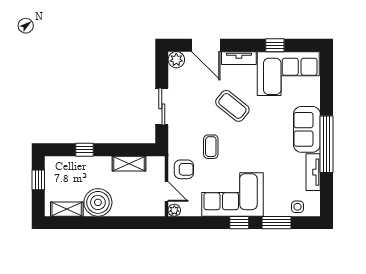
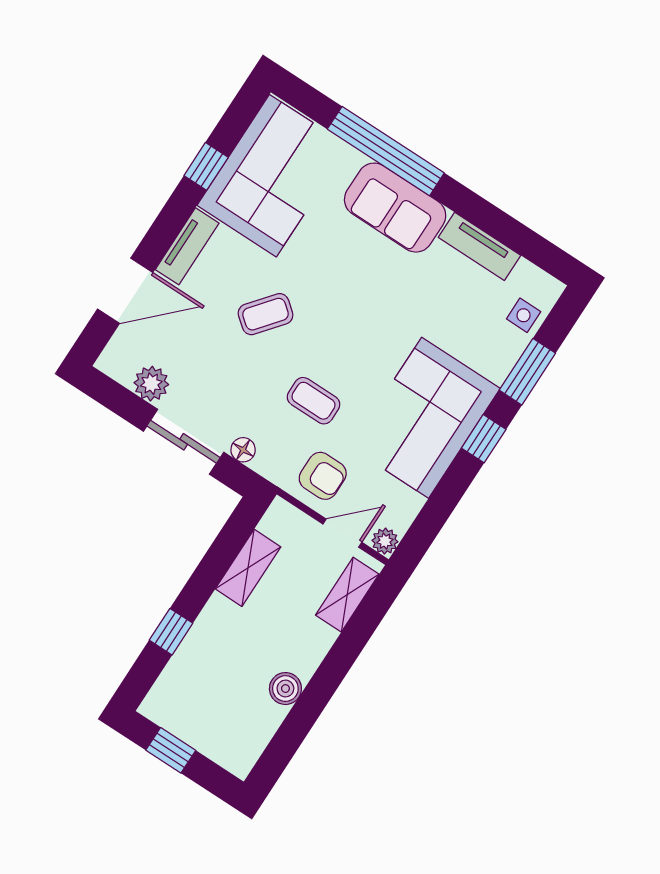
plant: (176, 60) -> (151, 384), moved
coffee table: (232, 106) -> (266, 314), width x0.73, depth x0.77
floor lamp: (174, 132) -> (243, 450), added
window: (327, 144) -> (386, 151), moved
armchair: (184, 169) -> (323, 476), turned 90
boiler: (98, 202) -> (285, 689), width x0.54, depth x0.54
shelving: (67, 209) -> (347, 595), moved

